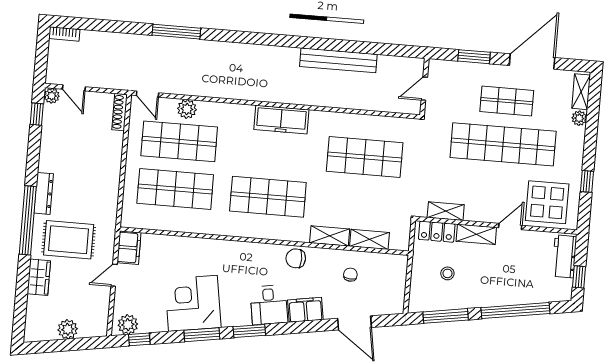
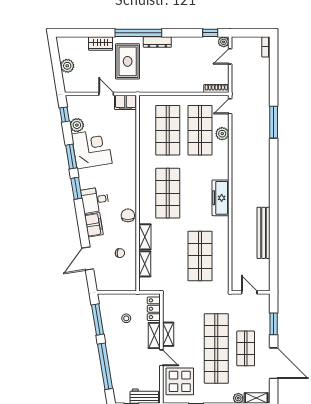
shelving: (446, 211) -> (168, 334), moved
plant: (128, 325) -> (77, 125), moved

